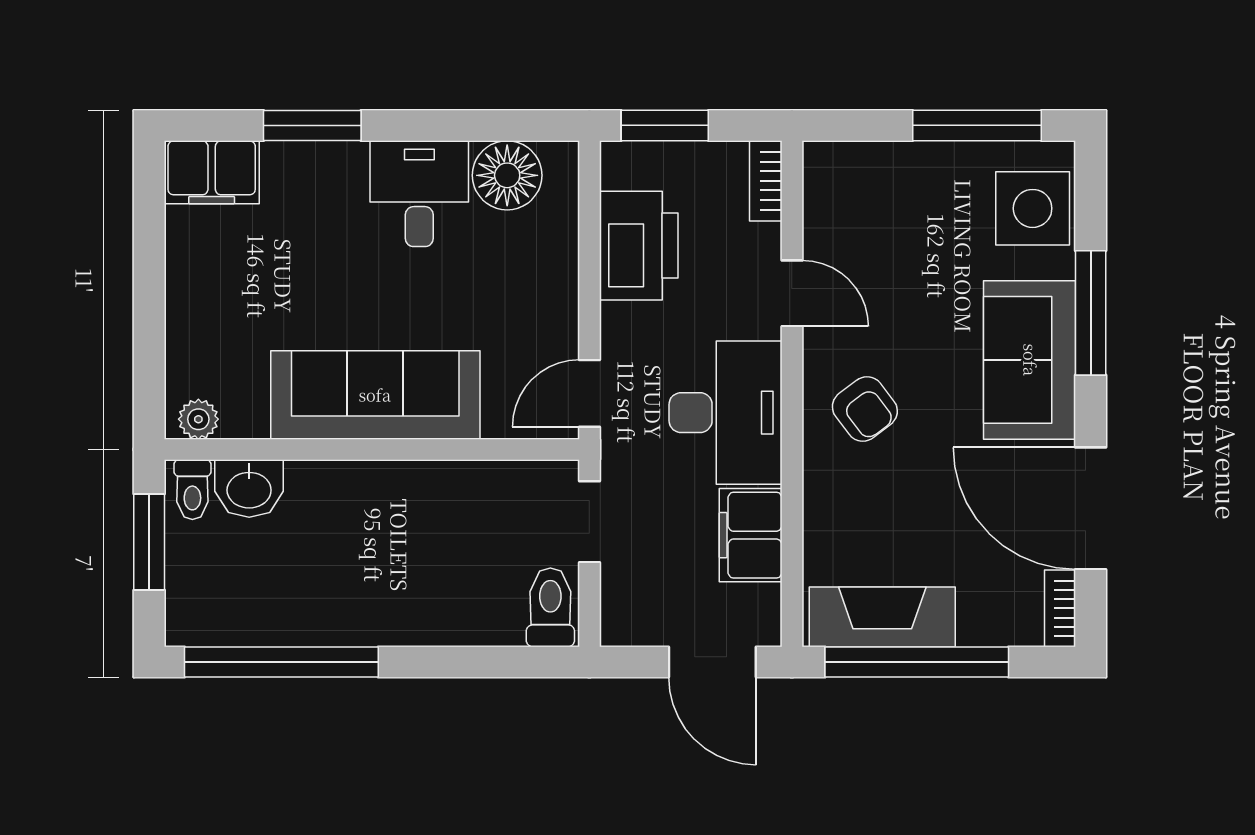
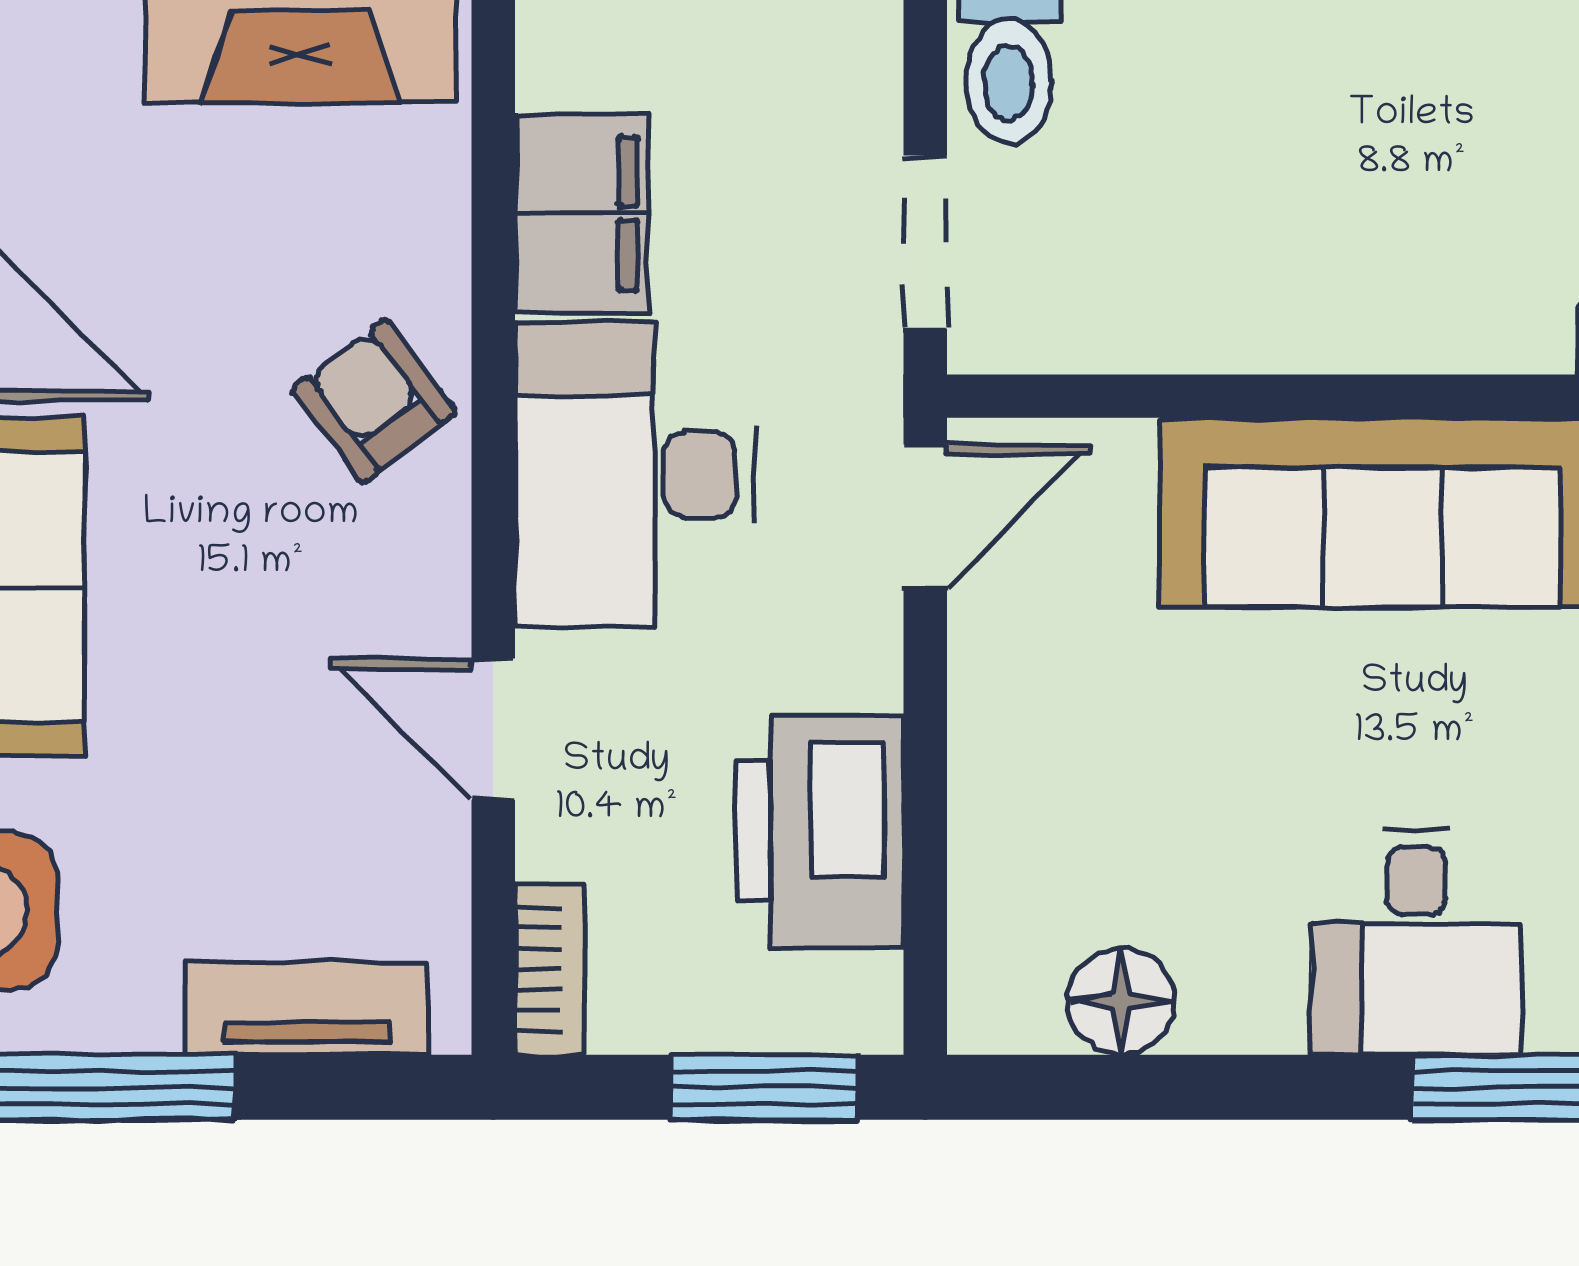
tv unit: (879, 163) -> (307, 1008), added
floor lamp: (507, 175) -> (1121, 1001), width x0.73, depth x0.73
desk: (419, 194) -> (1416, 942), moved
armchair: (865, 409) -> (374, 401), moved

